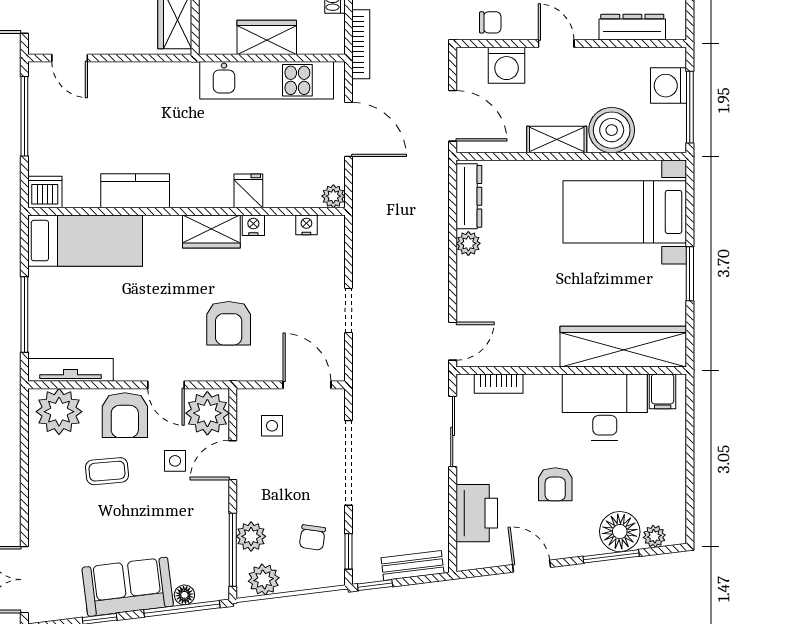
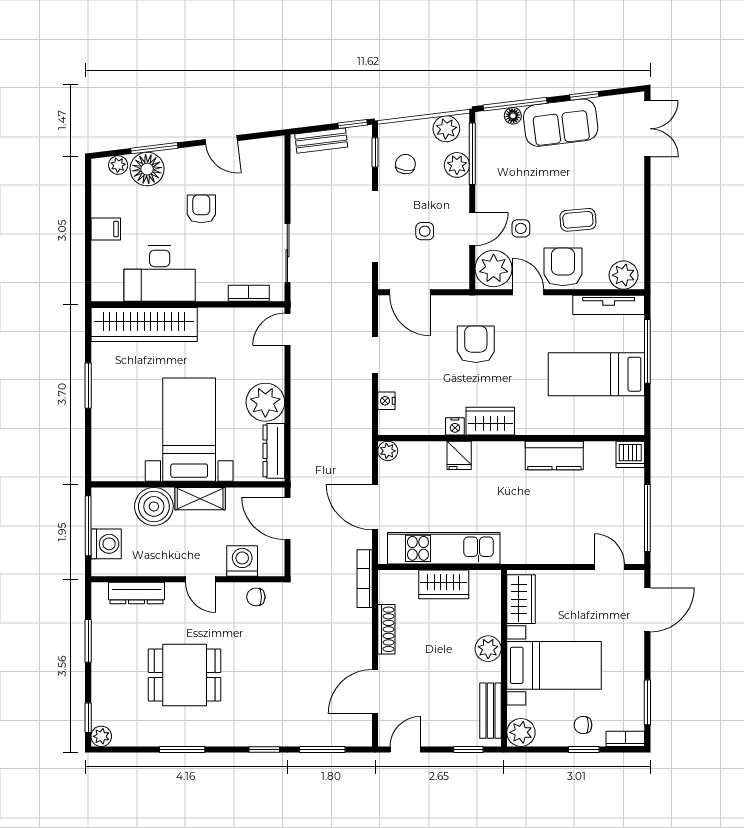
bed with nightstands: (625, 212) -> (189, 430), moved, turned -90
nightstand: (306, 225) -> (386, 401), moved, turned 90
bed: (85, 241) -> (596, 374), moved
plant: (468, 243) -> (265, 402), width x1.88, depth x1.88
filing cabinet: (663, 391) -> (106, 229), moved, turned 90
plant: (59, 412) -> (624, 275), width x0.73, depth x0.73
side table: (272, 426) -> (425, 231), moved
printer: (477, 513) -> (267, 184), removed

